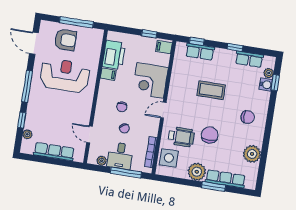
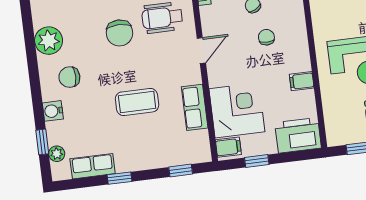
row of seats: (200, 52) -> (195, 107), moved, turned -90
printer: (114, 55) -> (298, 135), moved, turned 90
corner desk: (150, 81) -> (237, 110), moved
water cooler: (266, 85) -> (53, 111), moved
plant: (252, 154) -> (49, 41), moved

